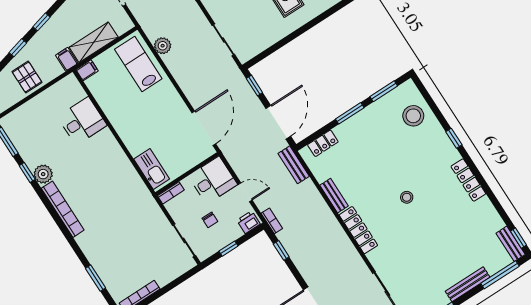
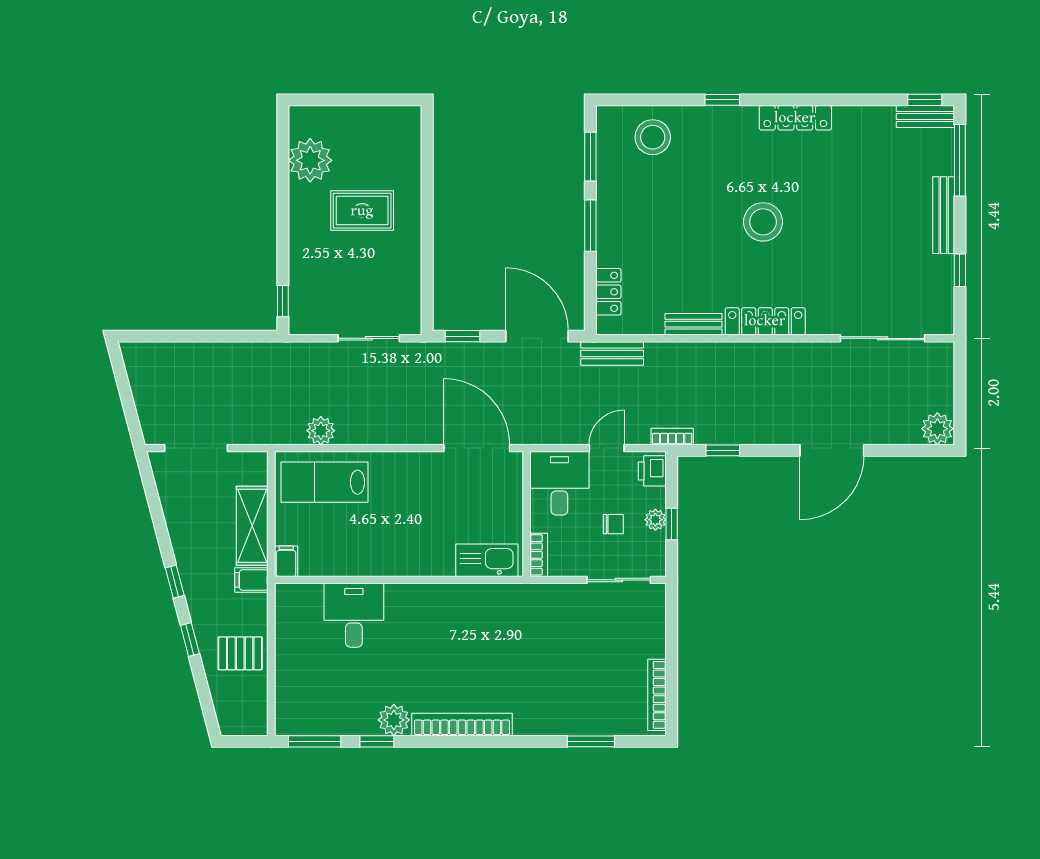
stool: (407, 197) -> (763, 222), width x1.89, depth x1.89
plant: (225, 239) -> (655, 520), added

